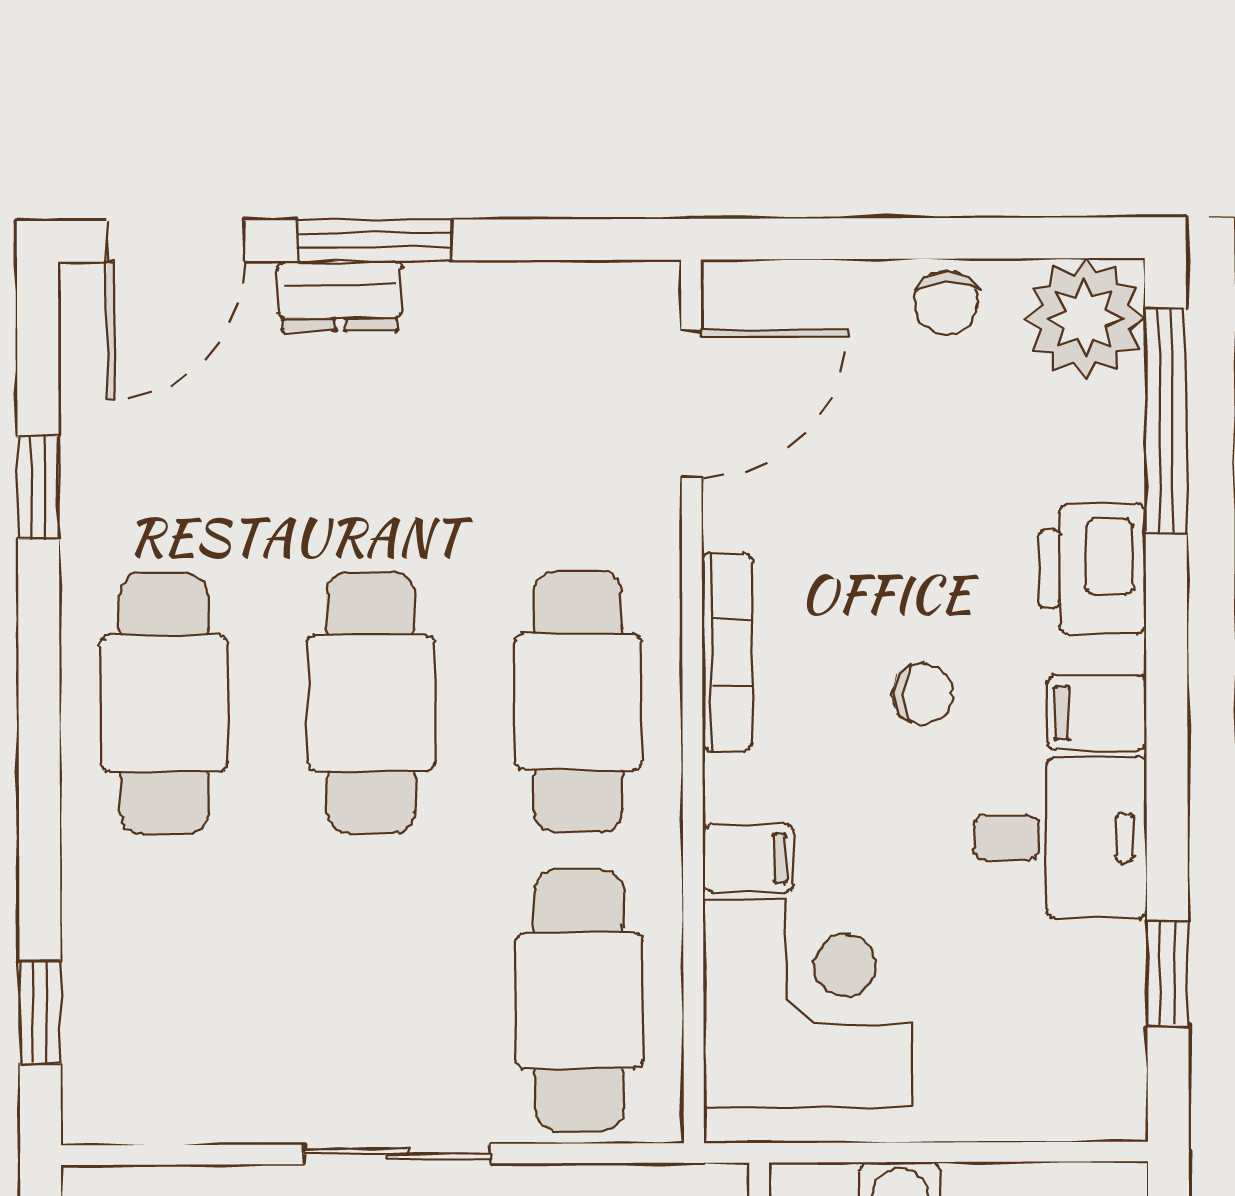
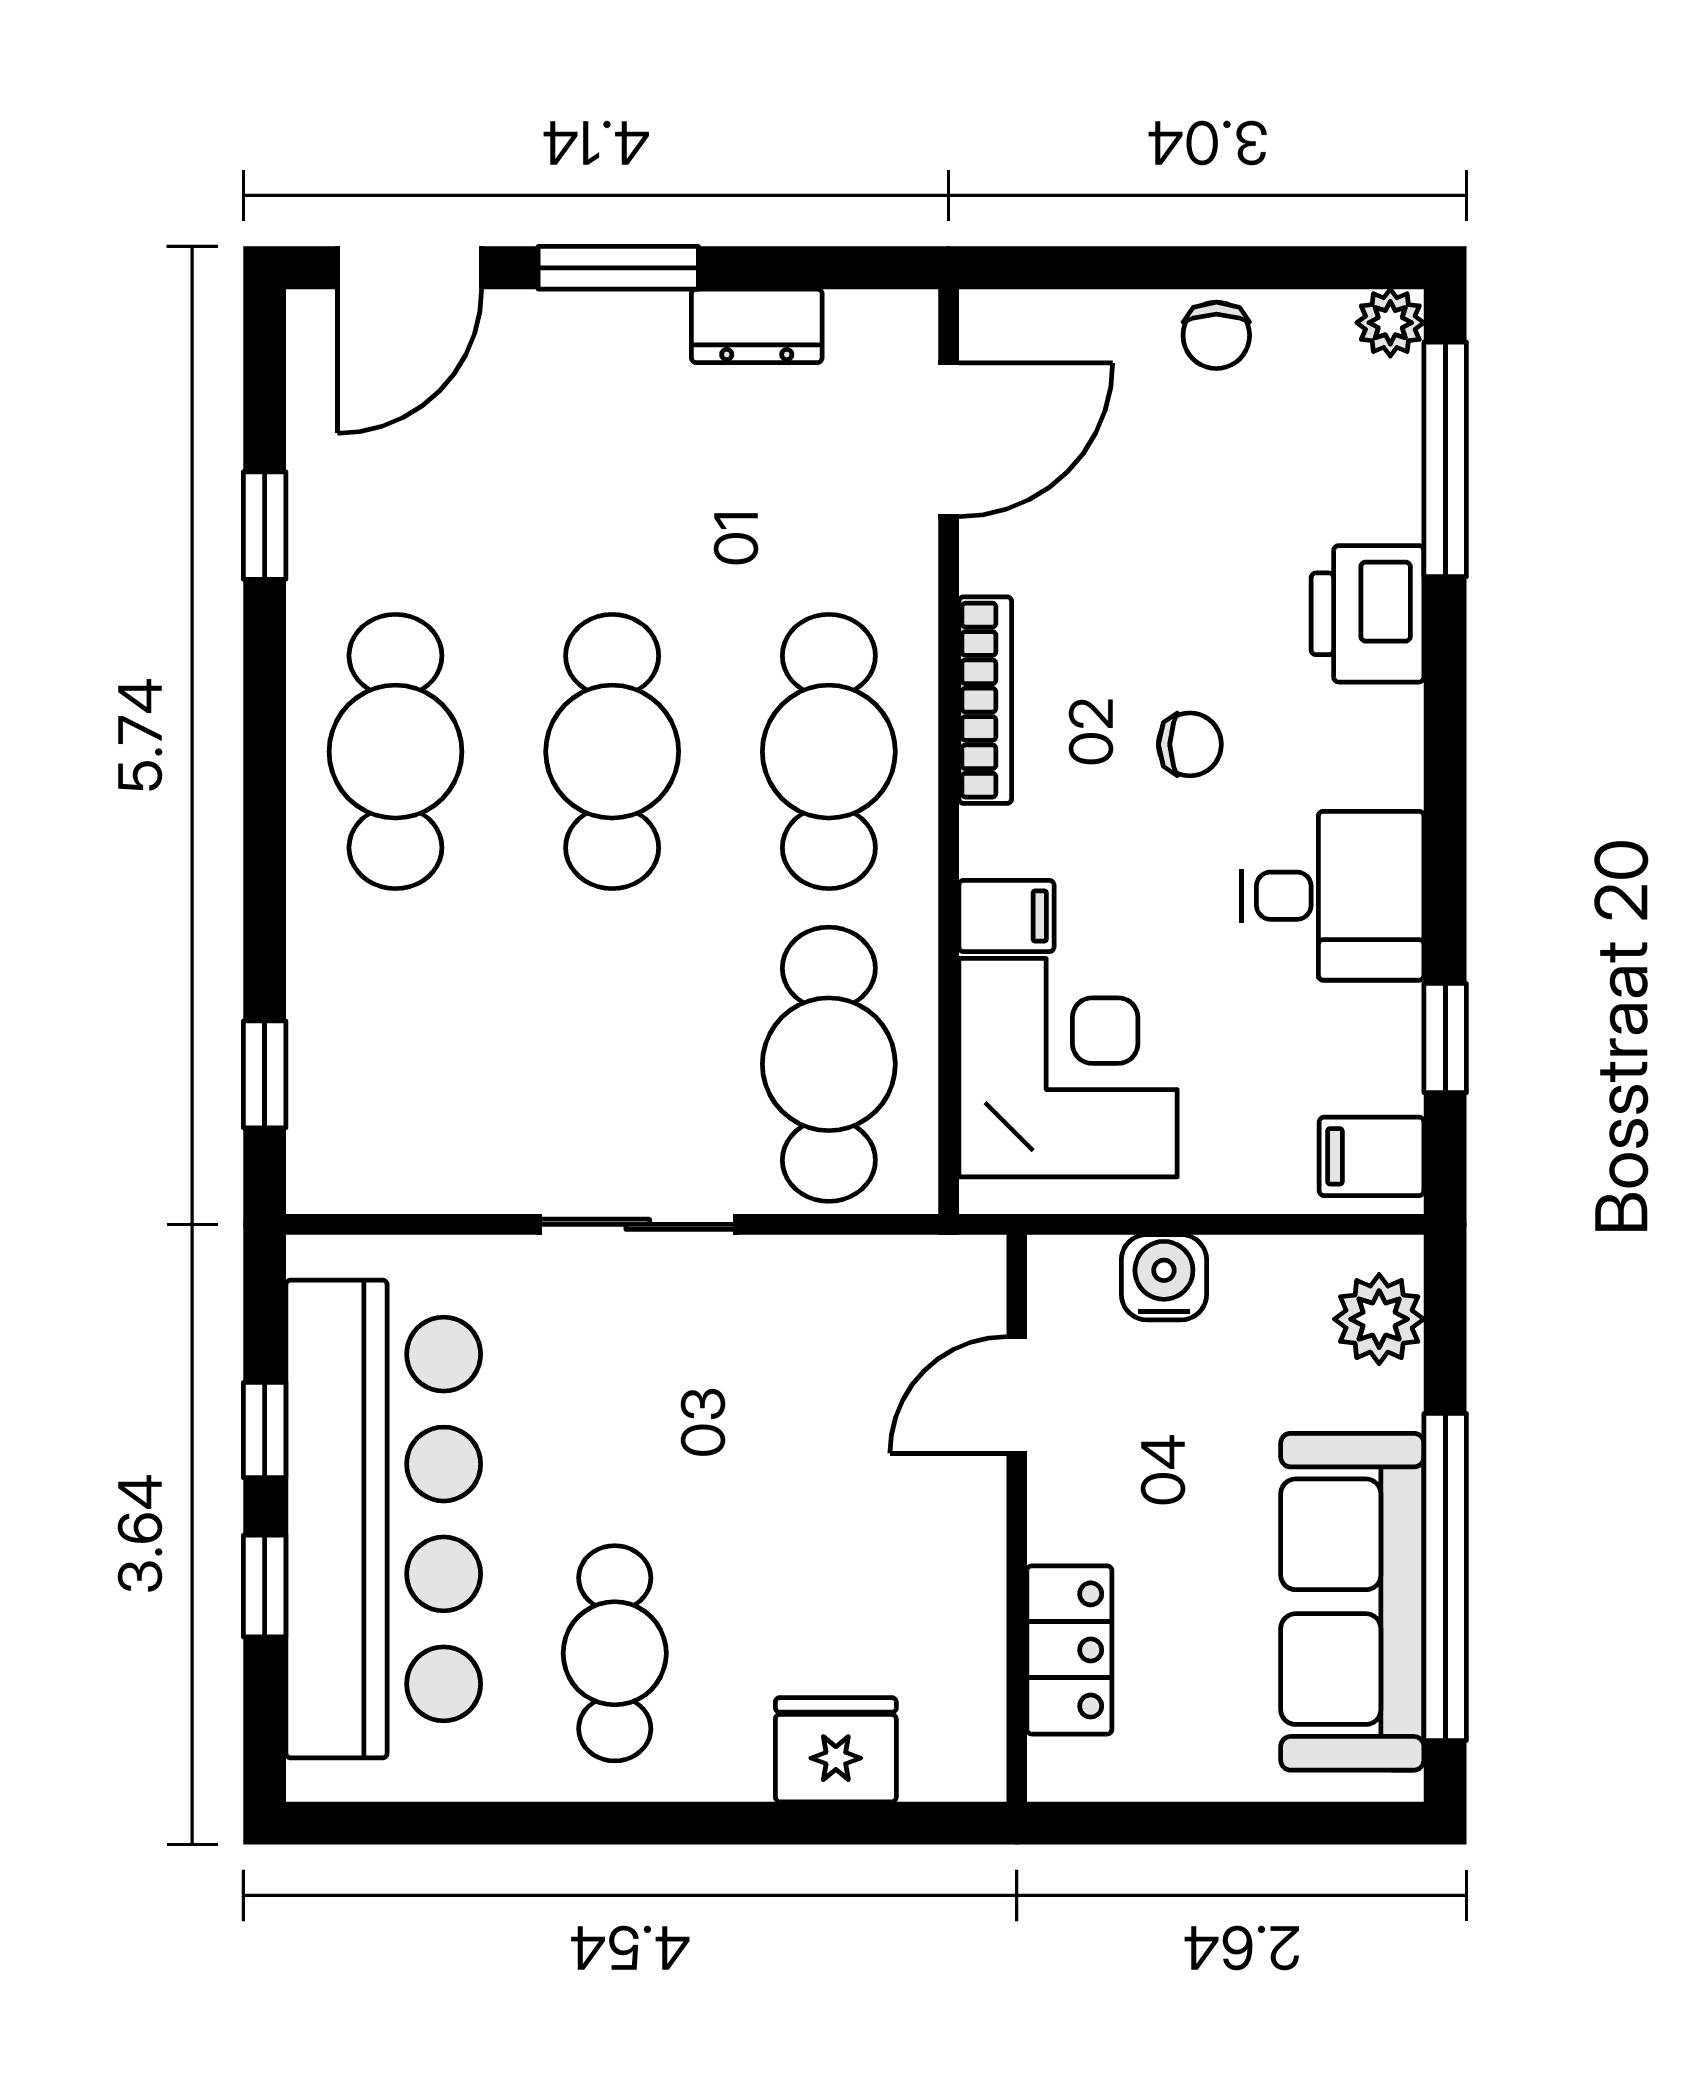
dresser: (340, 296) -> (757, 326), moved
plant: (1085, 318) -> (1390, 323), width x0.53, depth x0.53
filing cabinet: (1096, 713) -> (1372, 1156), moved

